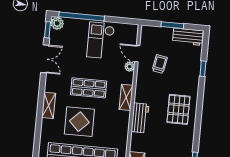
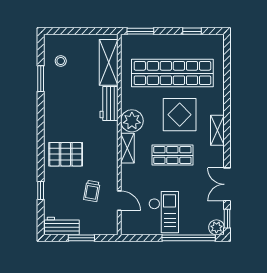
plant: (130, 67) -> (132, 121), moved, width x1.87, depth x1.87
pallet: (178, 109) -> (66, 154), moved, turned 90
workbench: (140, 118) -> (109, 104), moved

